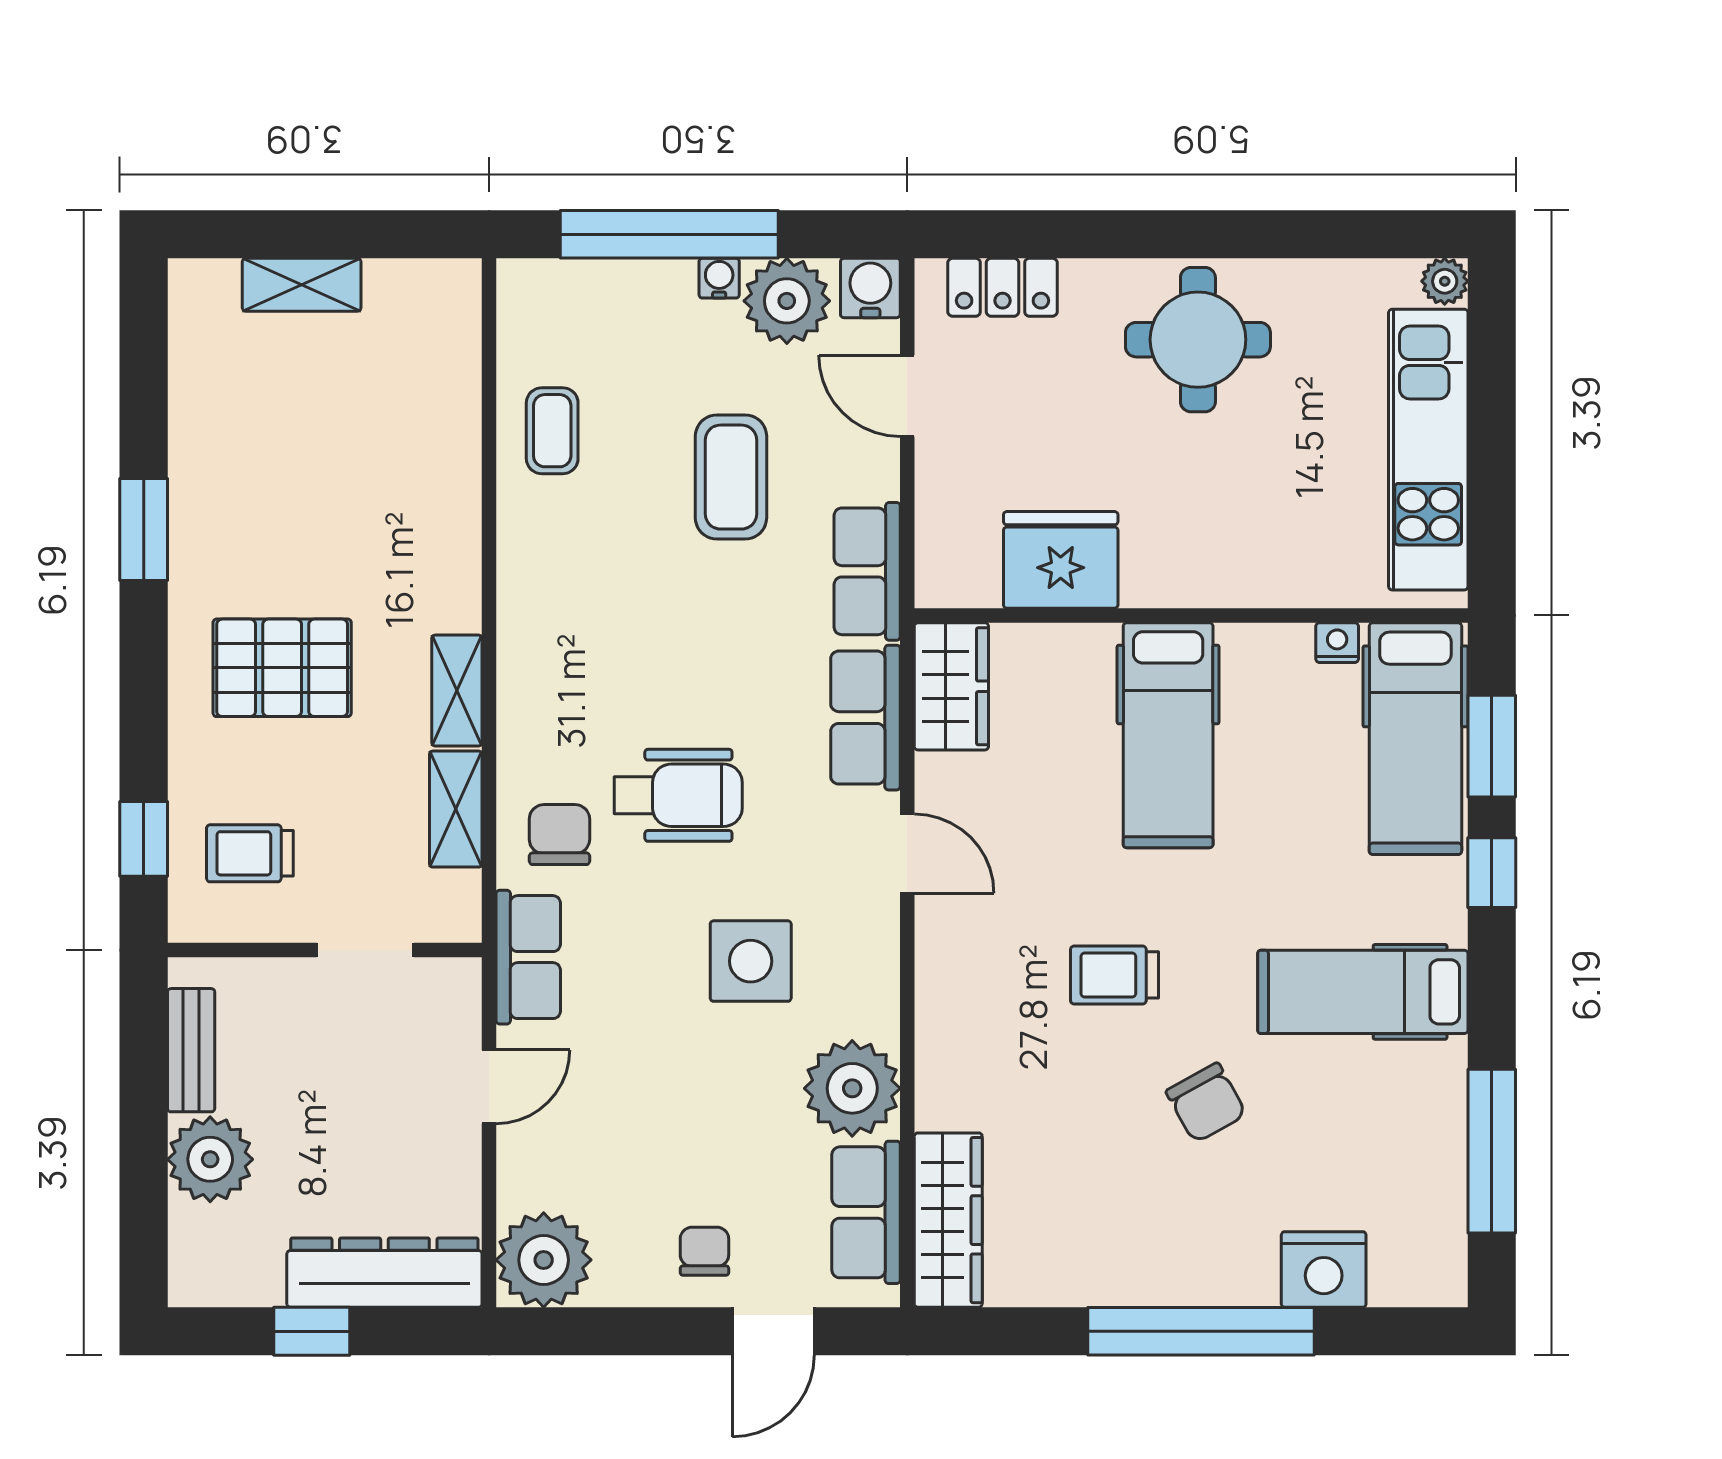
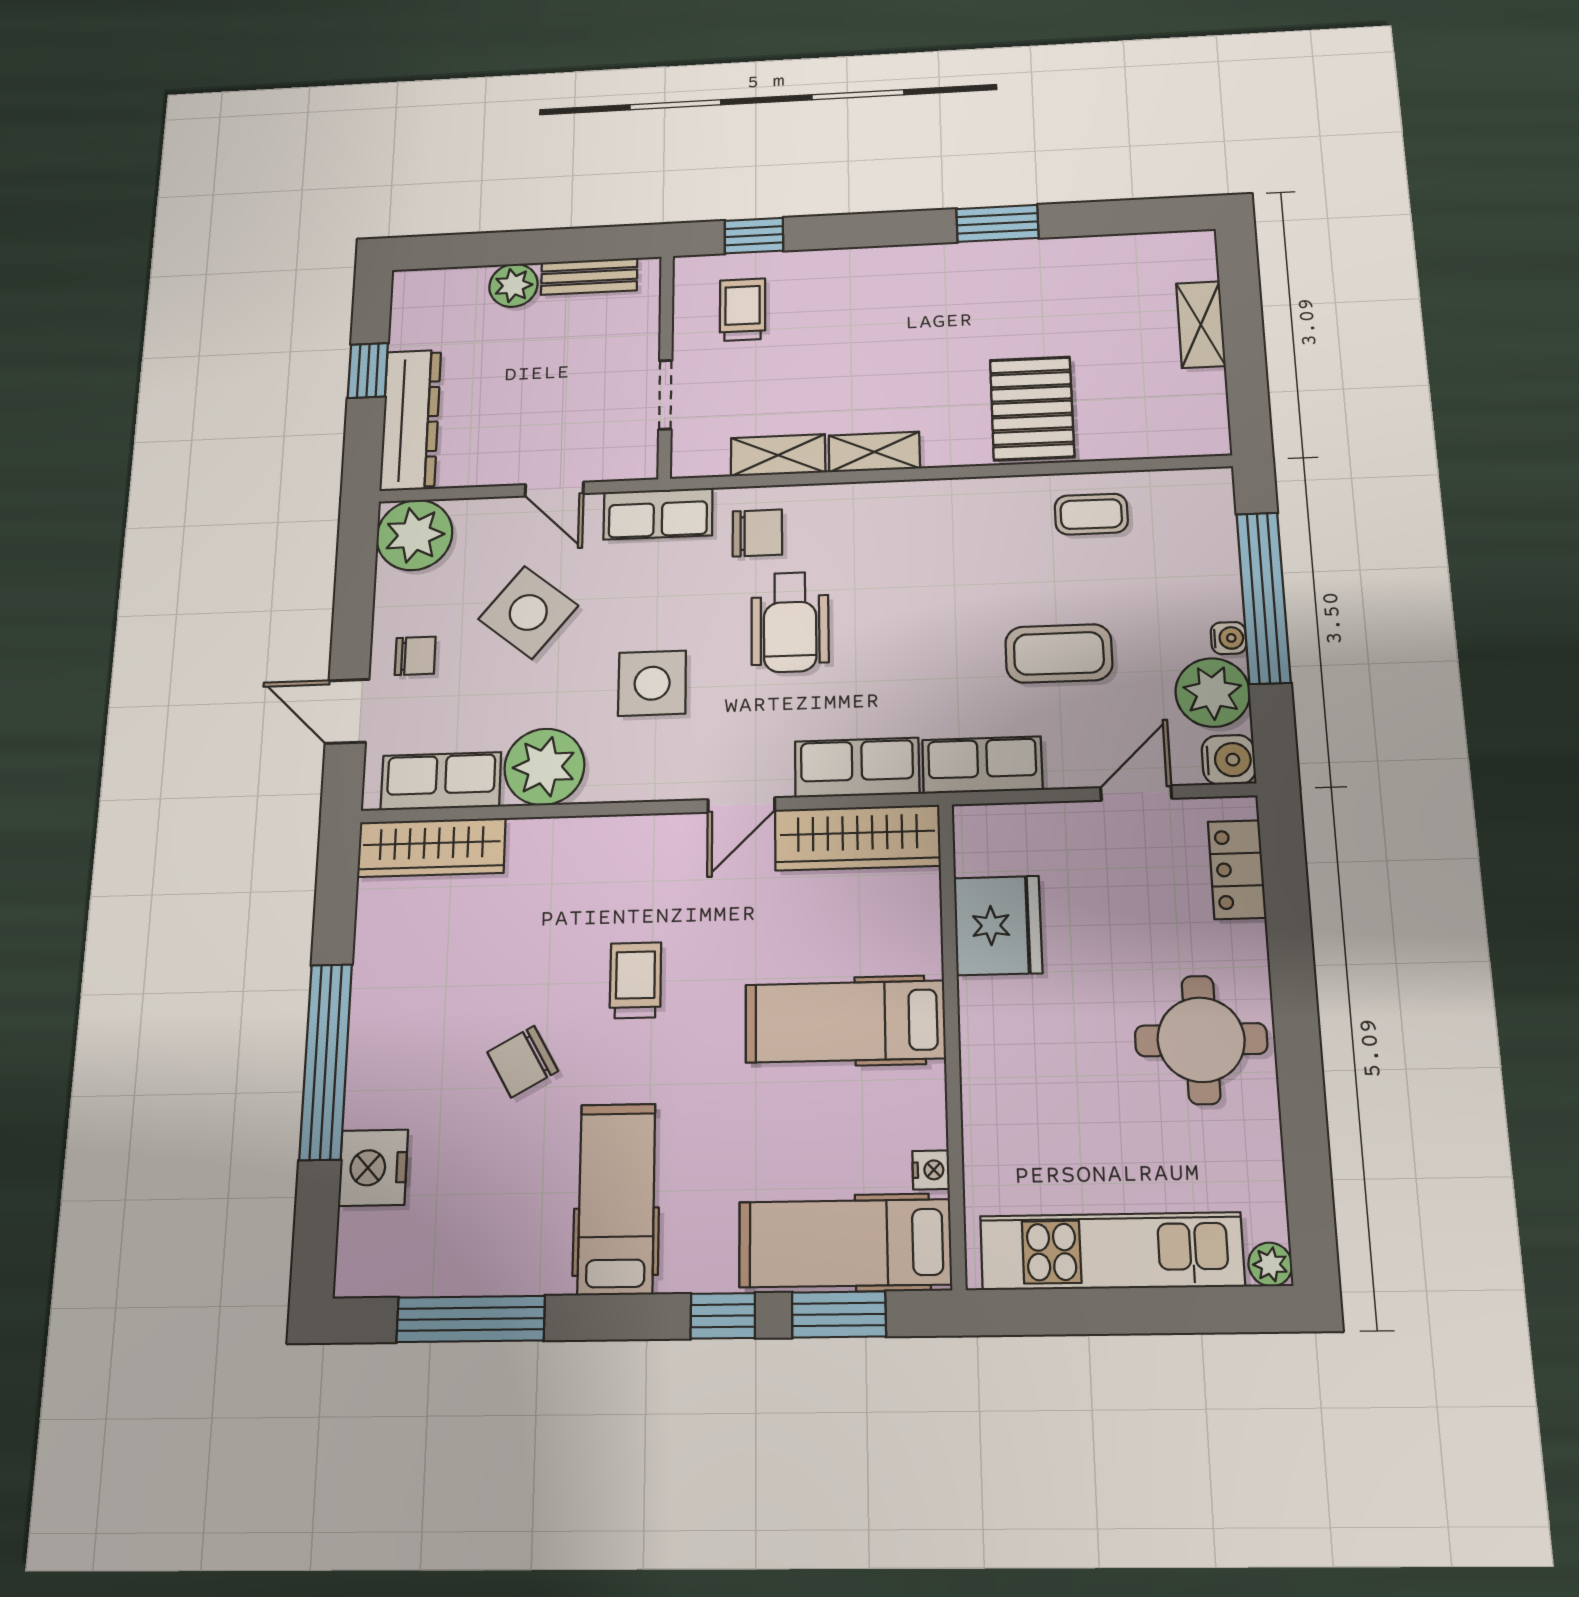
pallet: (282, 668) -> (1032, 408), moved
wardrobe: (951, 686) -> (857, 838), width x1.50
side table: (653, 1114) -> (528, 612), added
plant: (210, 1159) -> (513, 285), width x0.73, depth x0.73

